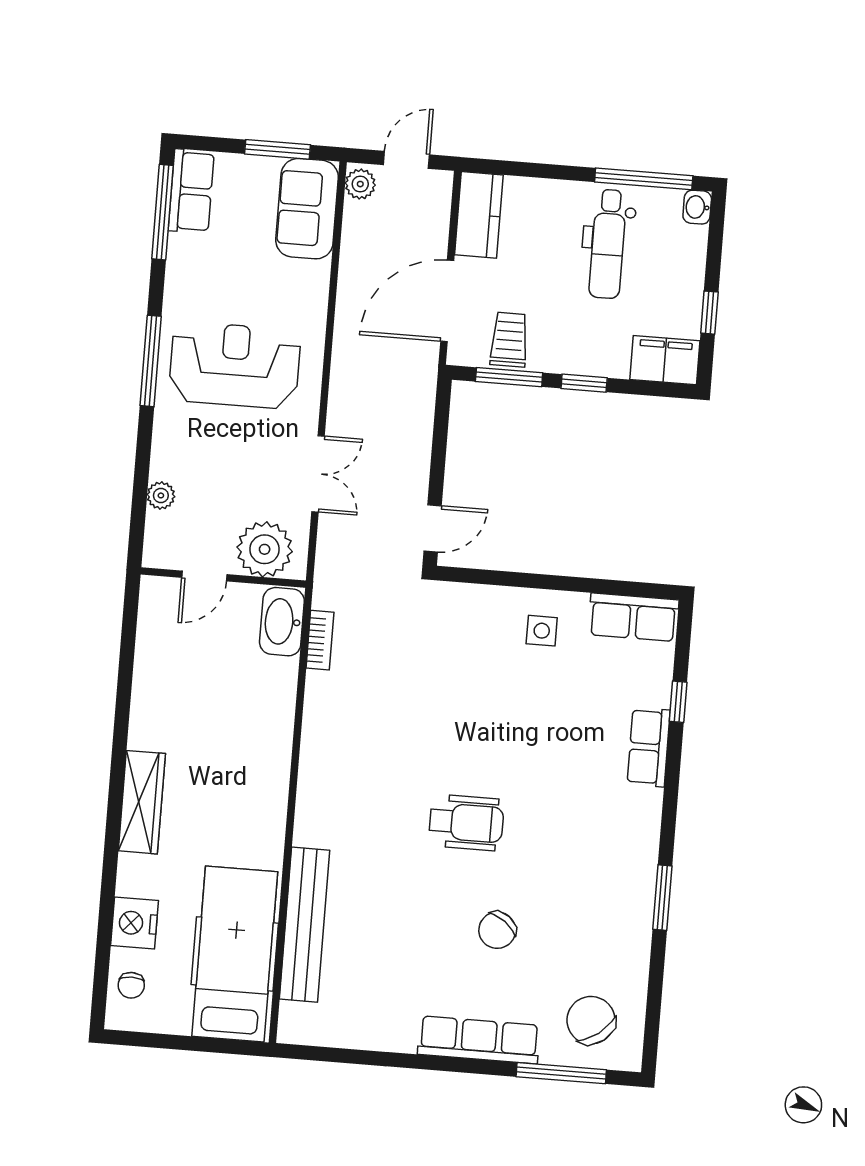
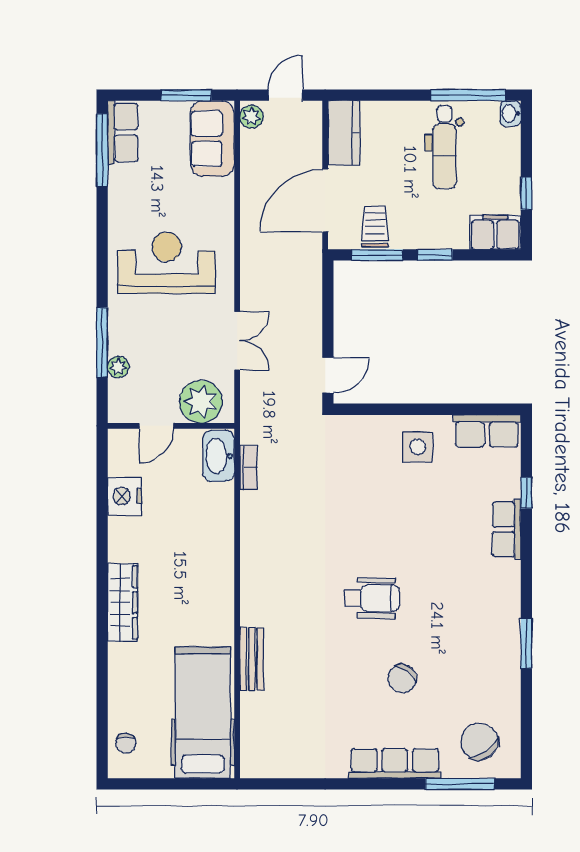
window: (151, 361) -> (102, 342), moved
side table: (542, 631) -> (418, 447), width x1.37, depth x1.37
nightstand: (134, 923) -> (124, 496), moved
bench: (304, 925) -> (252, 659), width x0.54, depth x0.82

